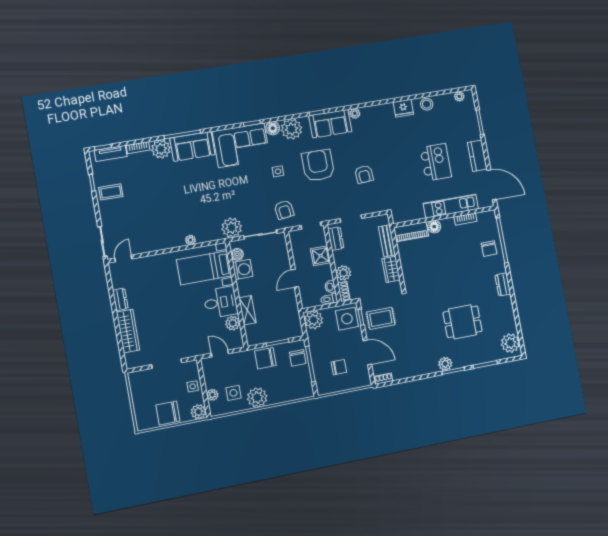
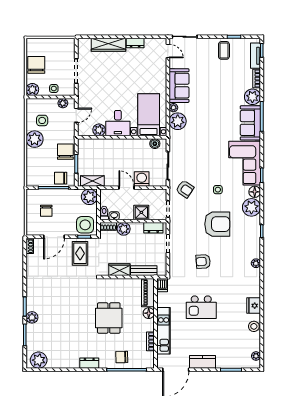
sofa: (330, 124) -> (179, 86), moved, turned 180
kitchen island: (436, 162) -> (201, 307), moved
armchair: (284, 210) -> (185, 189), turned -139
dishwasher: (400, 217) -> (162, 285), added
plant: (232, 228) -> (178, 121), moved
washing machine: (243, 269) -> (142, 179), moved, turned 180
shelving: (247, 310) -> (92, 181), moved
dining table: (463, 322) -> (109, 318), moved
plant: (445, 364) -> (32, 317), moved
plant: (212, 395) -> (63, 103), moved

